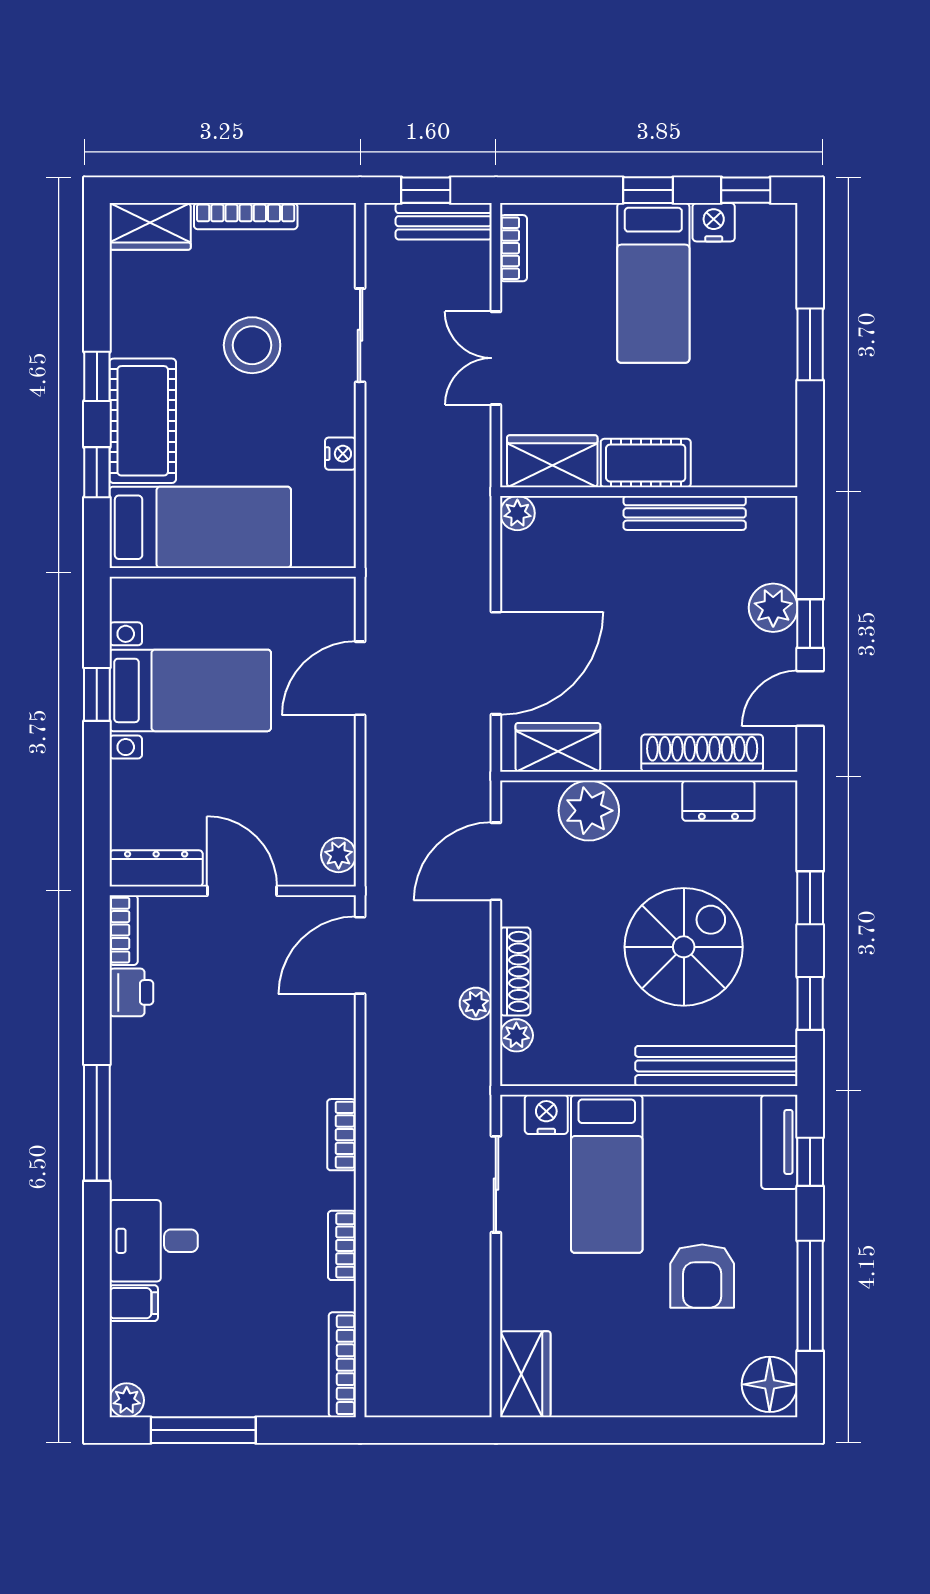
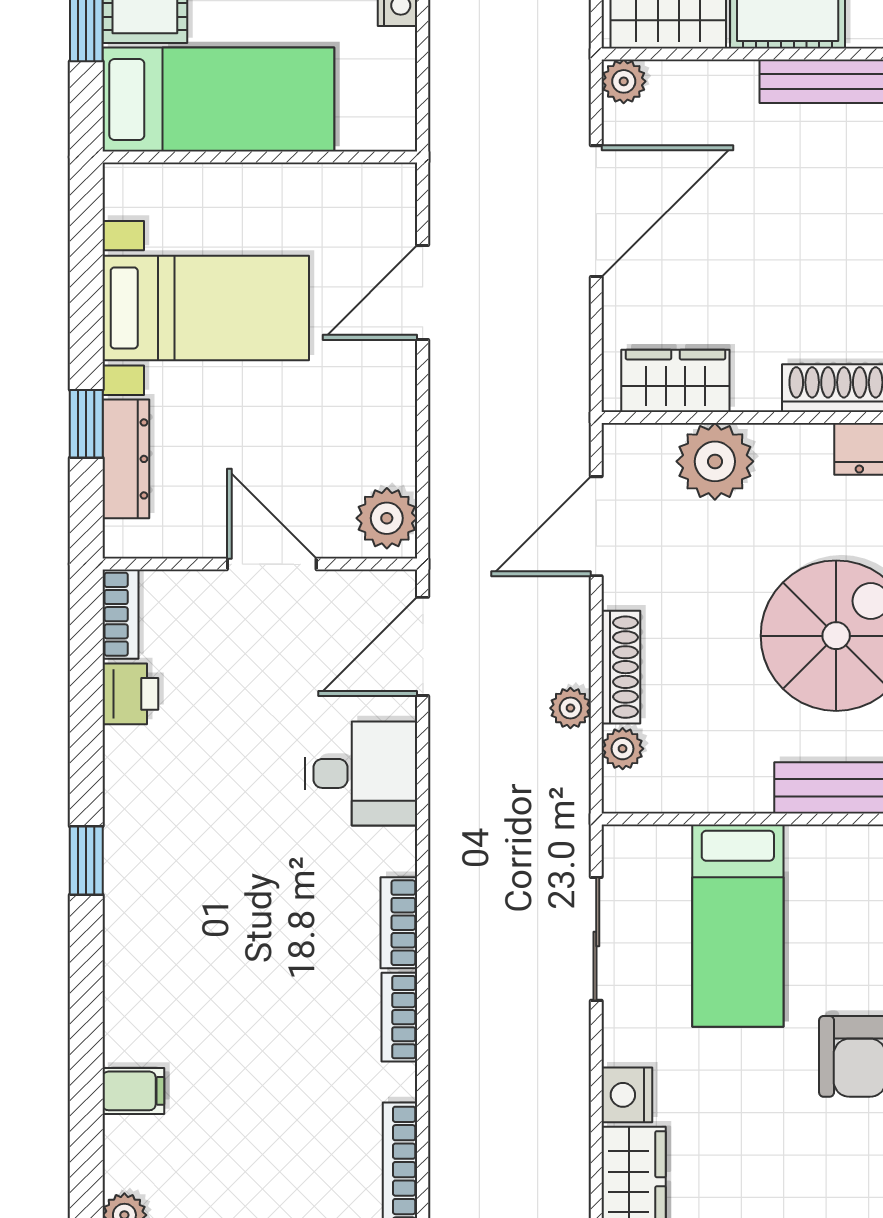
door: (496, 663) -> (596, 211), moved
window: (97, 694) -> (86, 424), moved
plant: (339, 855) -> (387, 518), width x1.38, depth x1.38
dresser: (156, 868) -> (126, 459), moved, turned 90
nightstand: (546, 1114) -> (627, 1095), moved, turned -90
window: (97, 1123) -> (86, 860), width x0.46
bookcase: (342, 1135) -> (399, 923), moved
desk: (154, 1241) -> (361, 773), moved, turned 180

